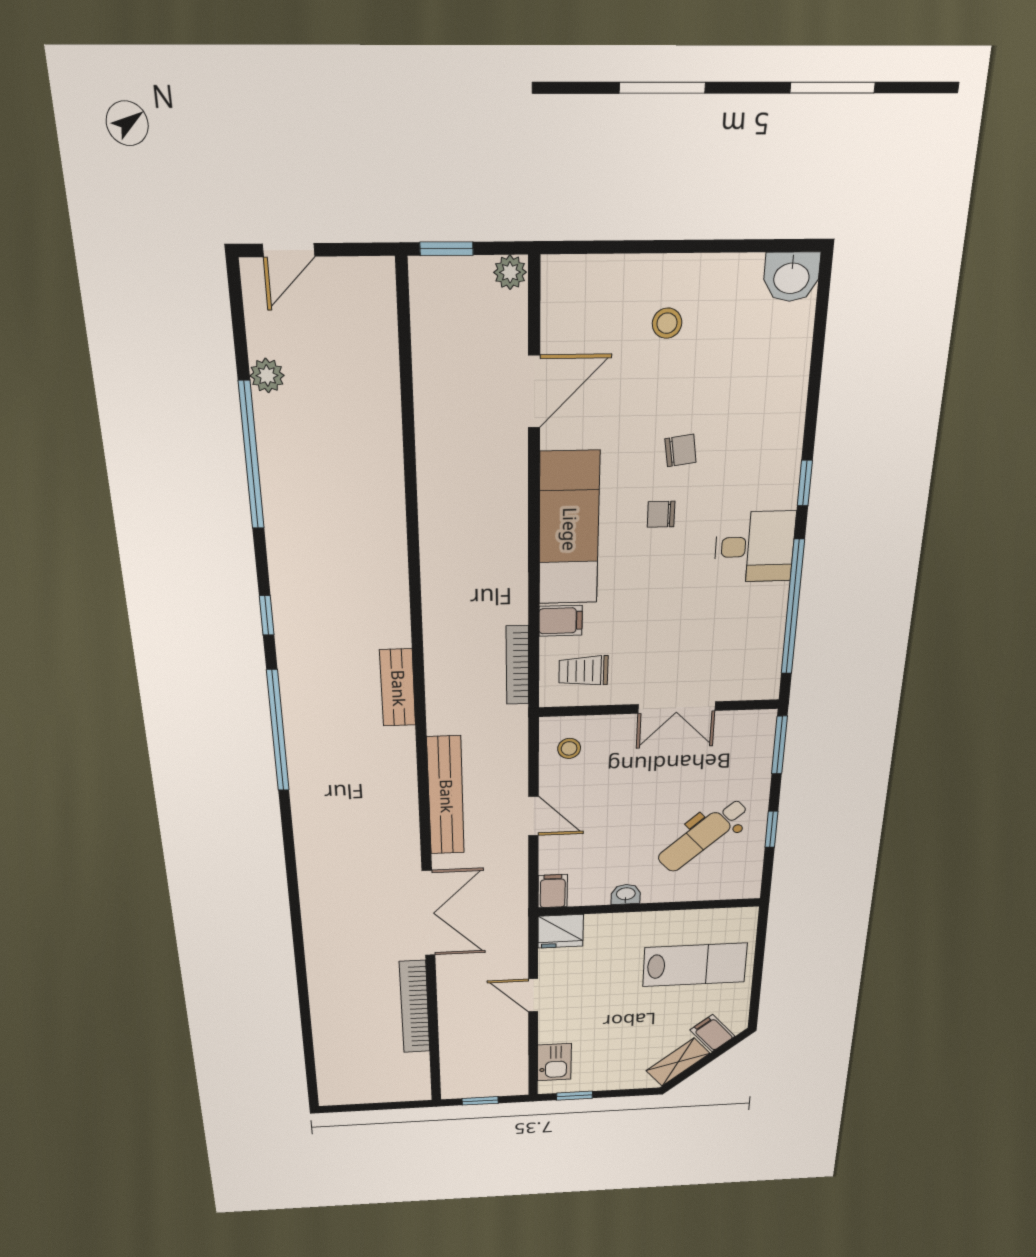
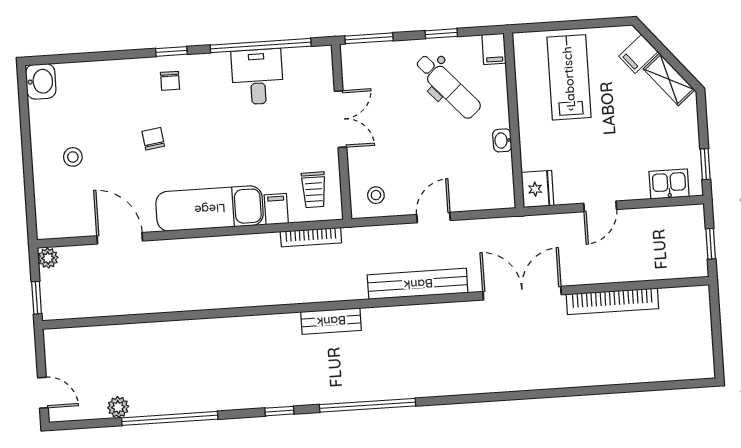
chair: (661, 514) -> (170, 81), moved
desk: (755, 547) -> (257, 77), moved
filing cabinet: (553, 891) -> (494, 49), moved, turned -90

